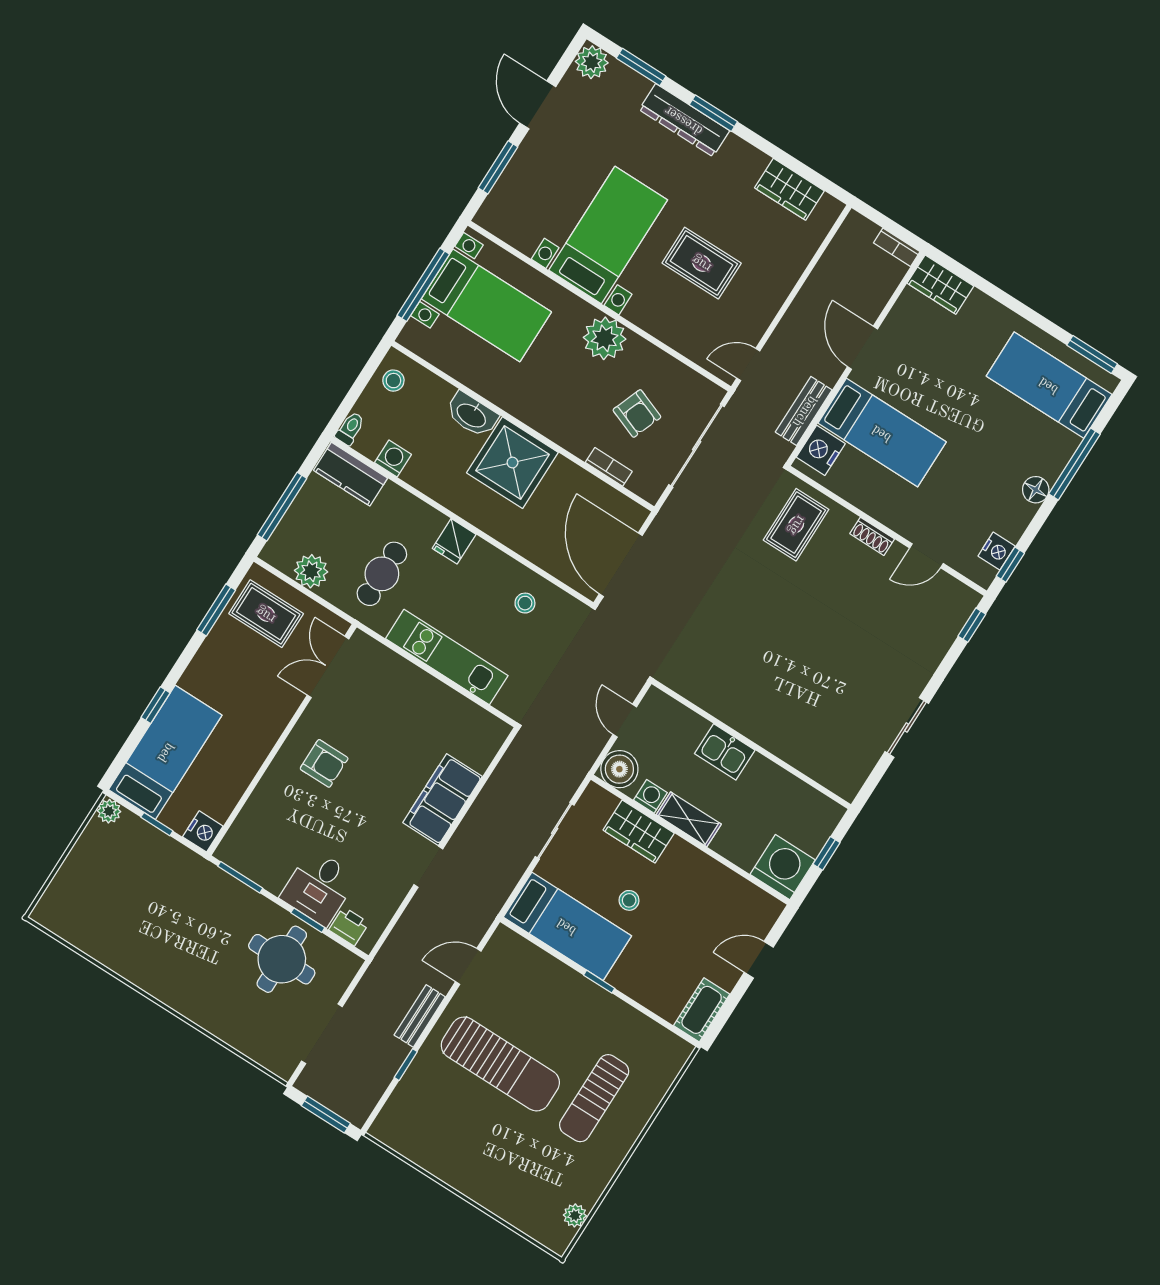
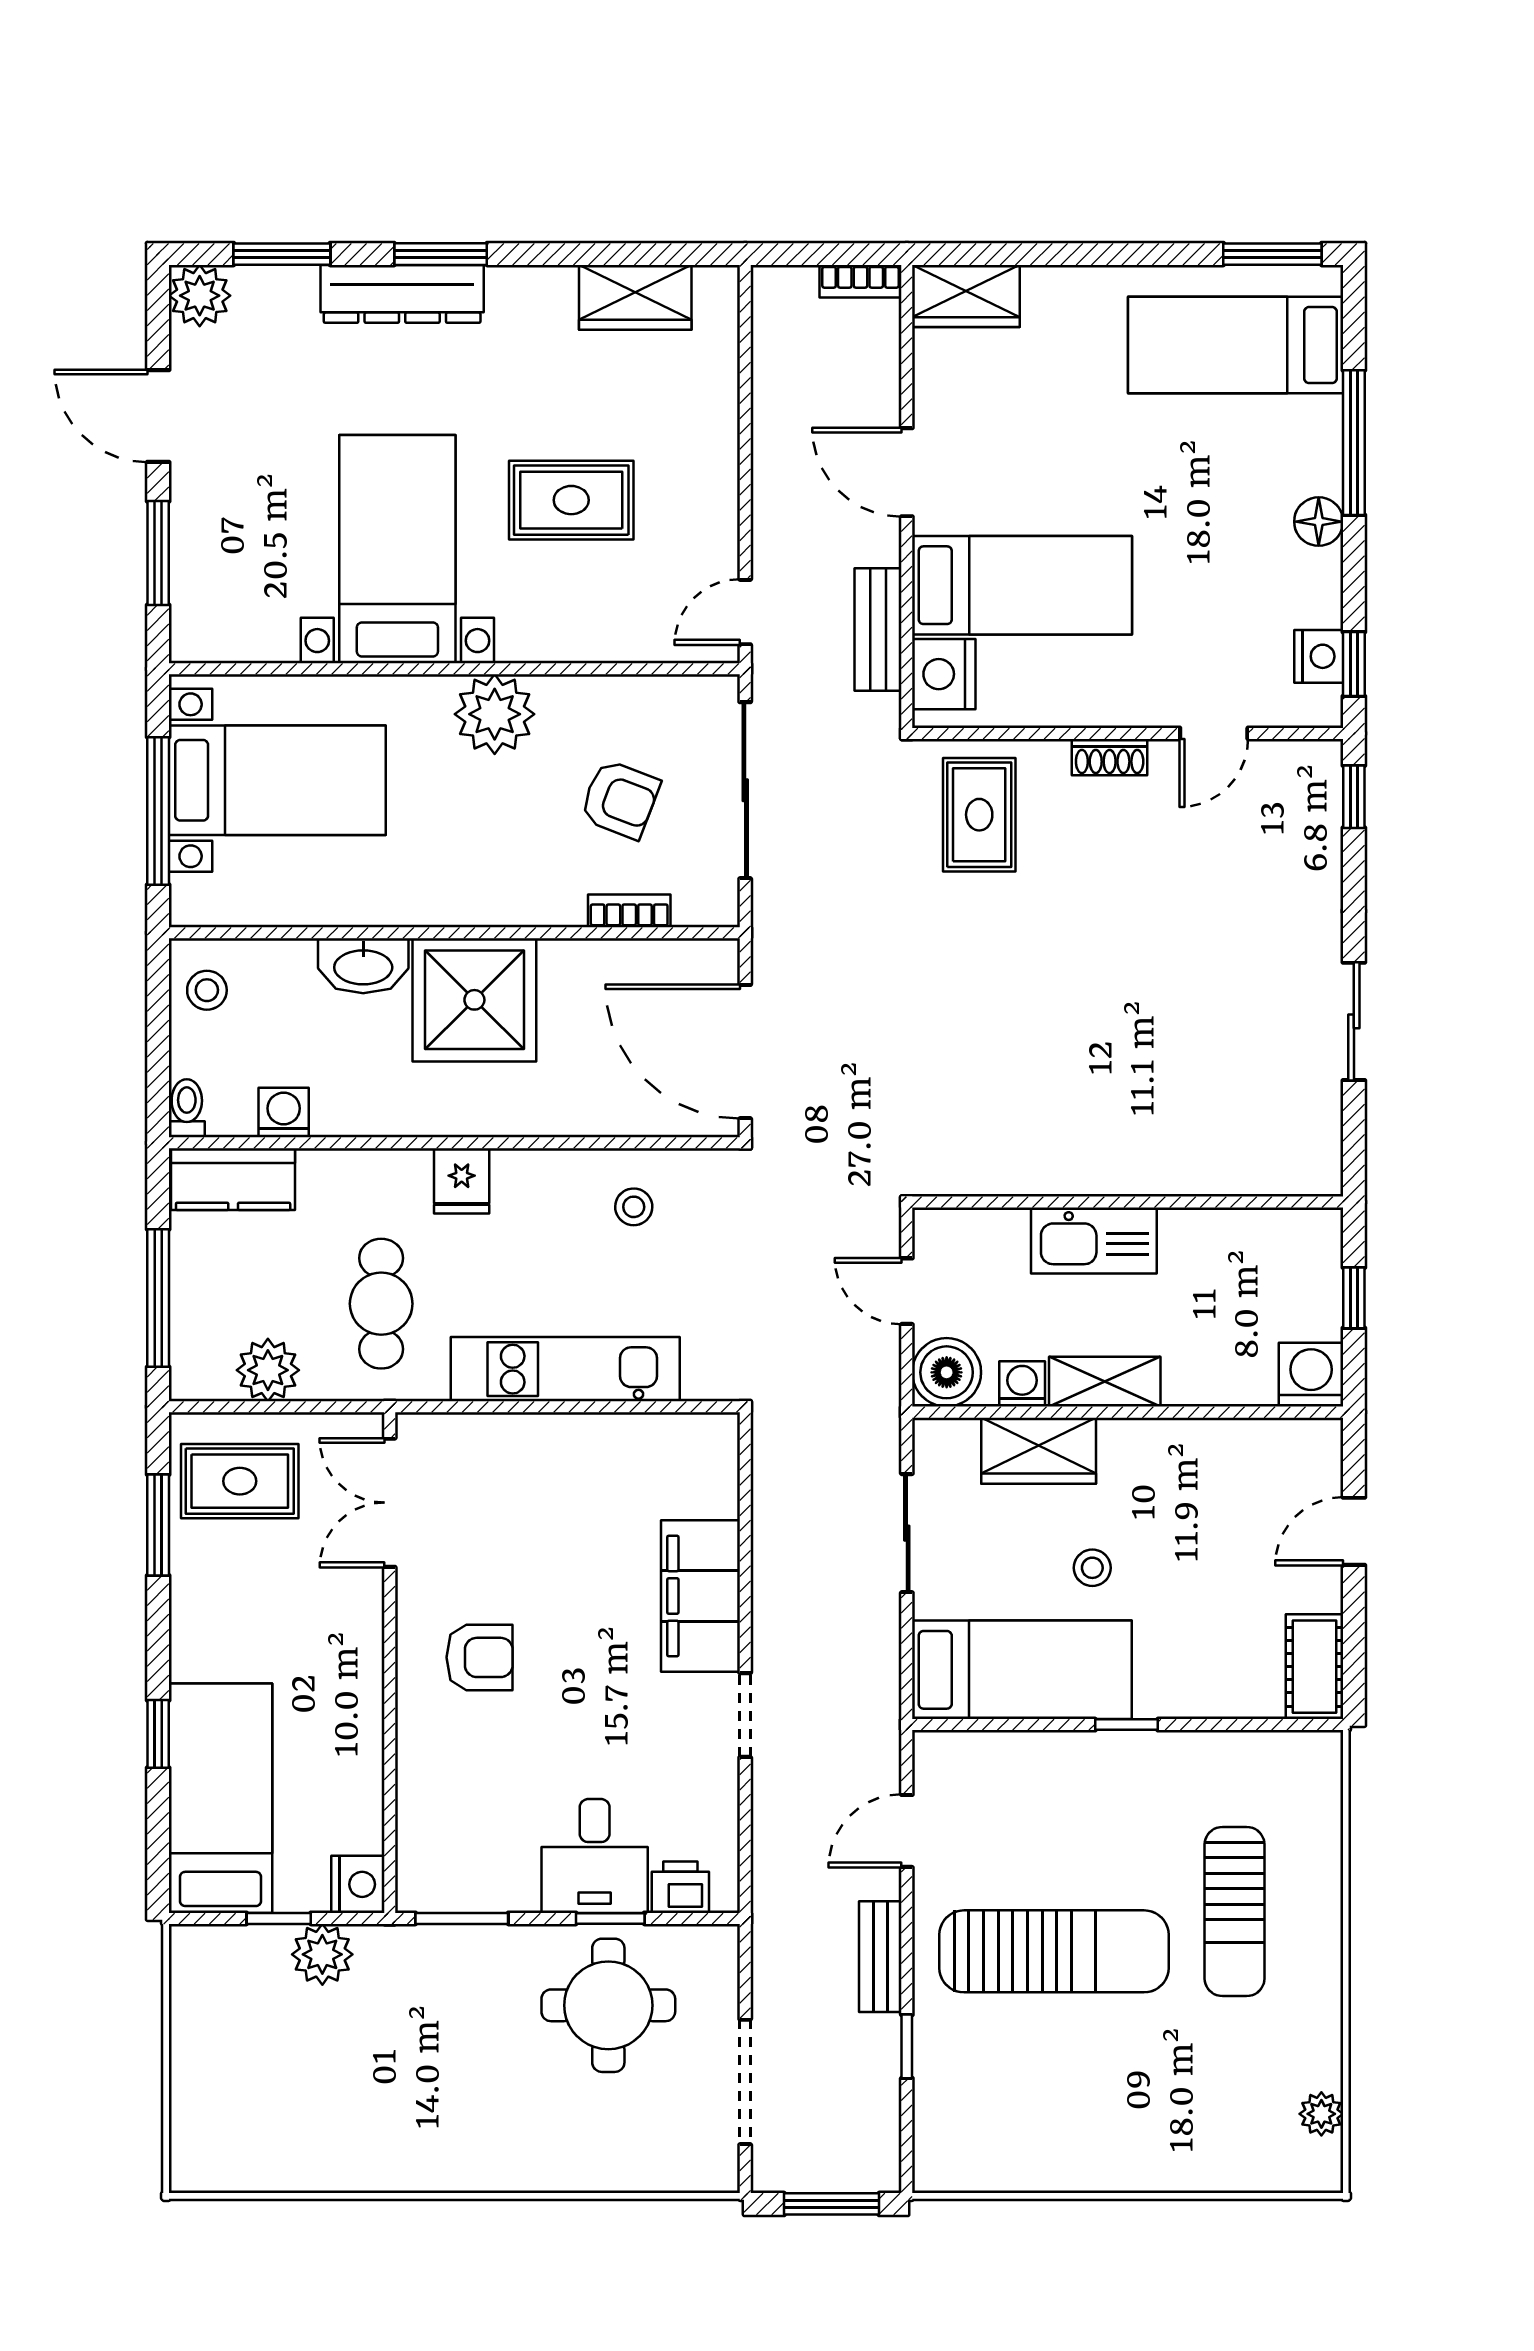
kitchen sink: (725, 752) -> (1094, 1241), width x1.38
plant: (109, 811) -> (322, 1954), moved, width x1.38, depth x1.38
washing machine: (783, 867) -> (1311, 1375), width x0.73, depth x0.73

